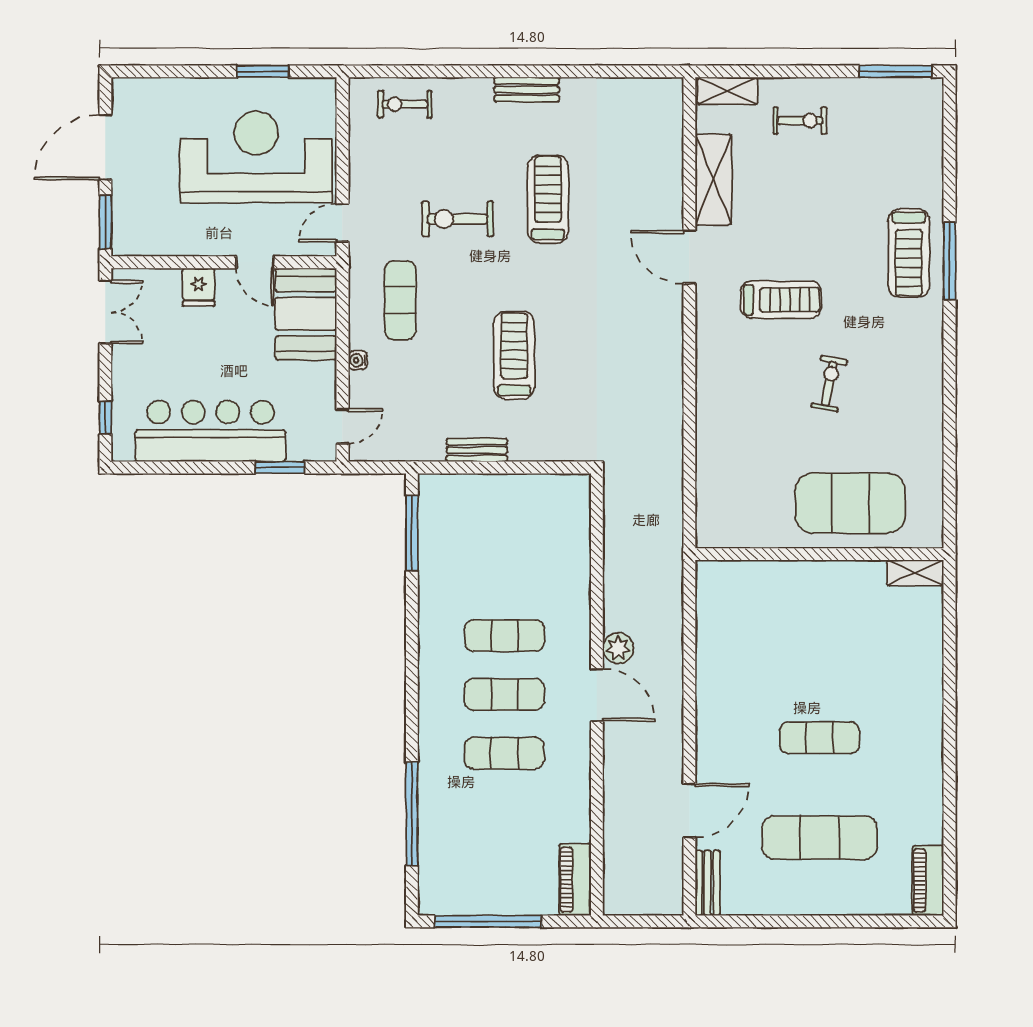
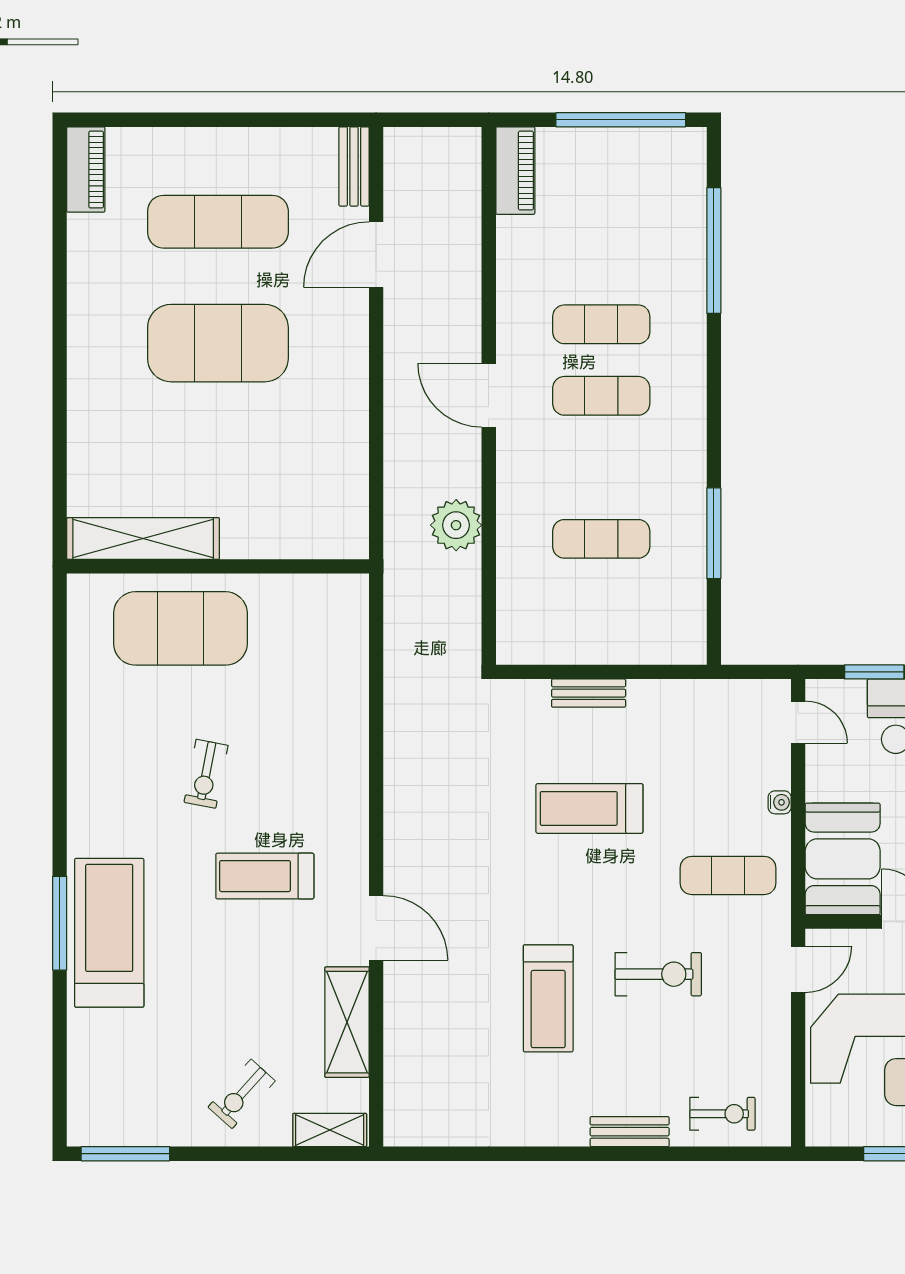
bench: (527, 90) -> (630, 1132), moved
exercise bike: (800, 121) -> (242, 1094), turned -48
treadmill: (909, 253) -> (109, 933), width x1.37, depth x1.38
exercise mat: (400, 300) -> (728, 875), turned 90
treadmill: (514, 355) -> (589, 808), turned 90
door: (342, 426) -> (798, 722), swing flipped
bench: (477, 450) -> (589, 693), moved
window: (412, 533) -> (714, 533), moved
shelving: (915, 573) -> (143, 539), width x2.20, depth x1.33
exercise mat: (504, 636) -> (601, 539), moved
plant: (618, 648) -> (456, 525), moved, width x1.36, depth x1.36
exercise mat: (819, 738) -> (218, 343), width x2.00, depth x1.45

